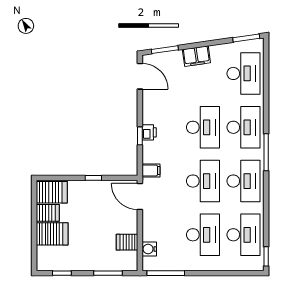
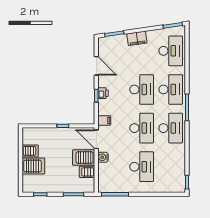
door: (140, 76) -> (96, 66), moved
server rack: (52, 192) -> (84, 158), moved, turned 180
desk: (243, 235) -> (171, 167), removed
water cooler: (149, 249) -> (103, 157), moved

